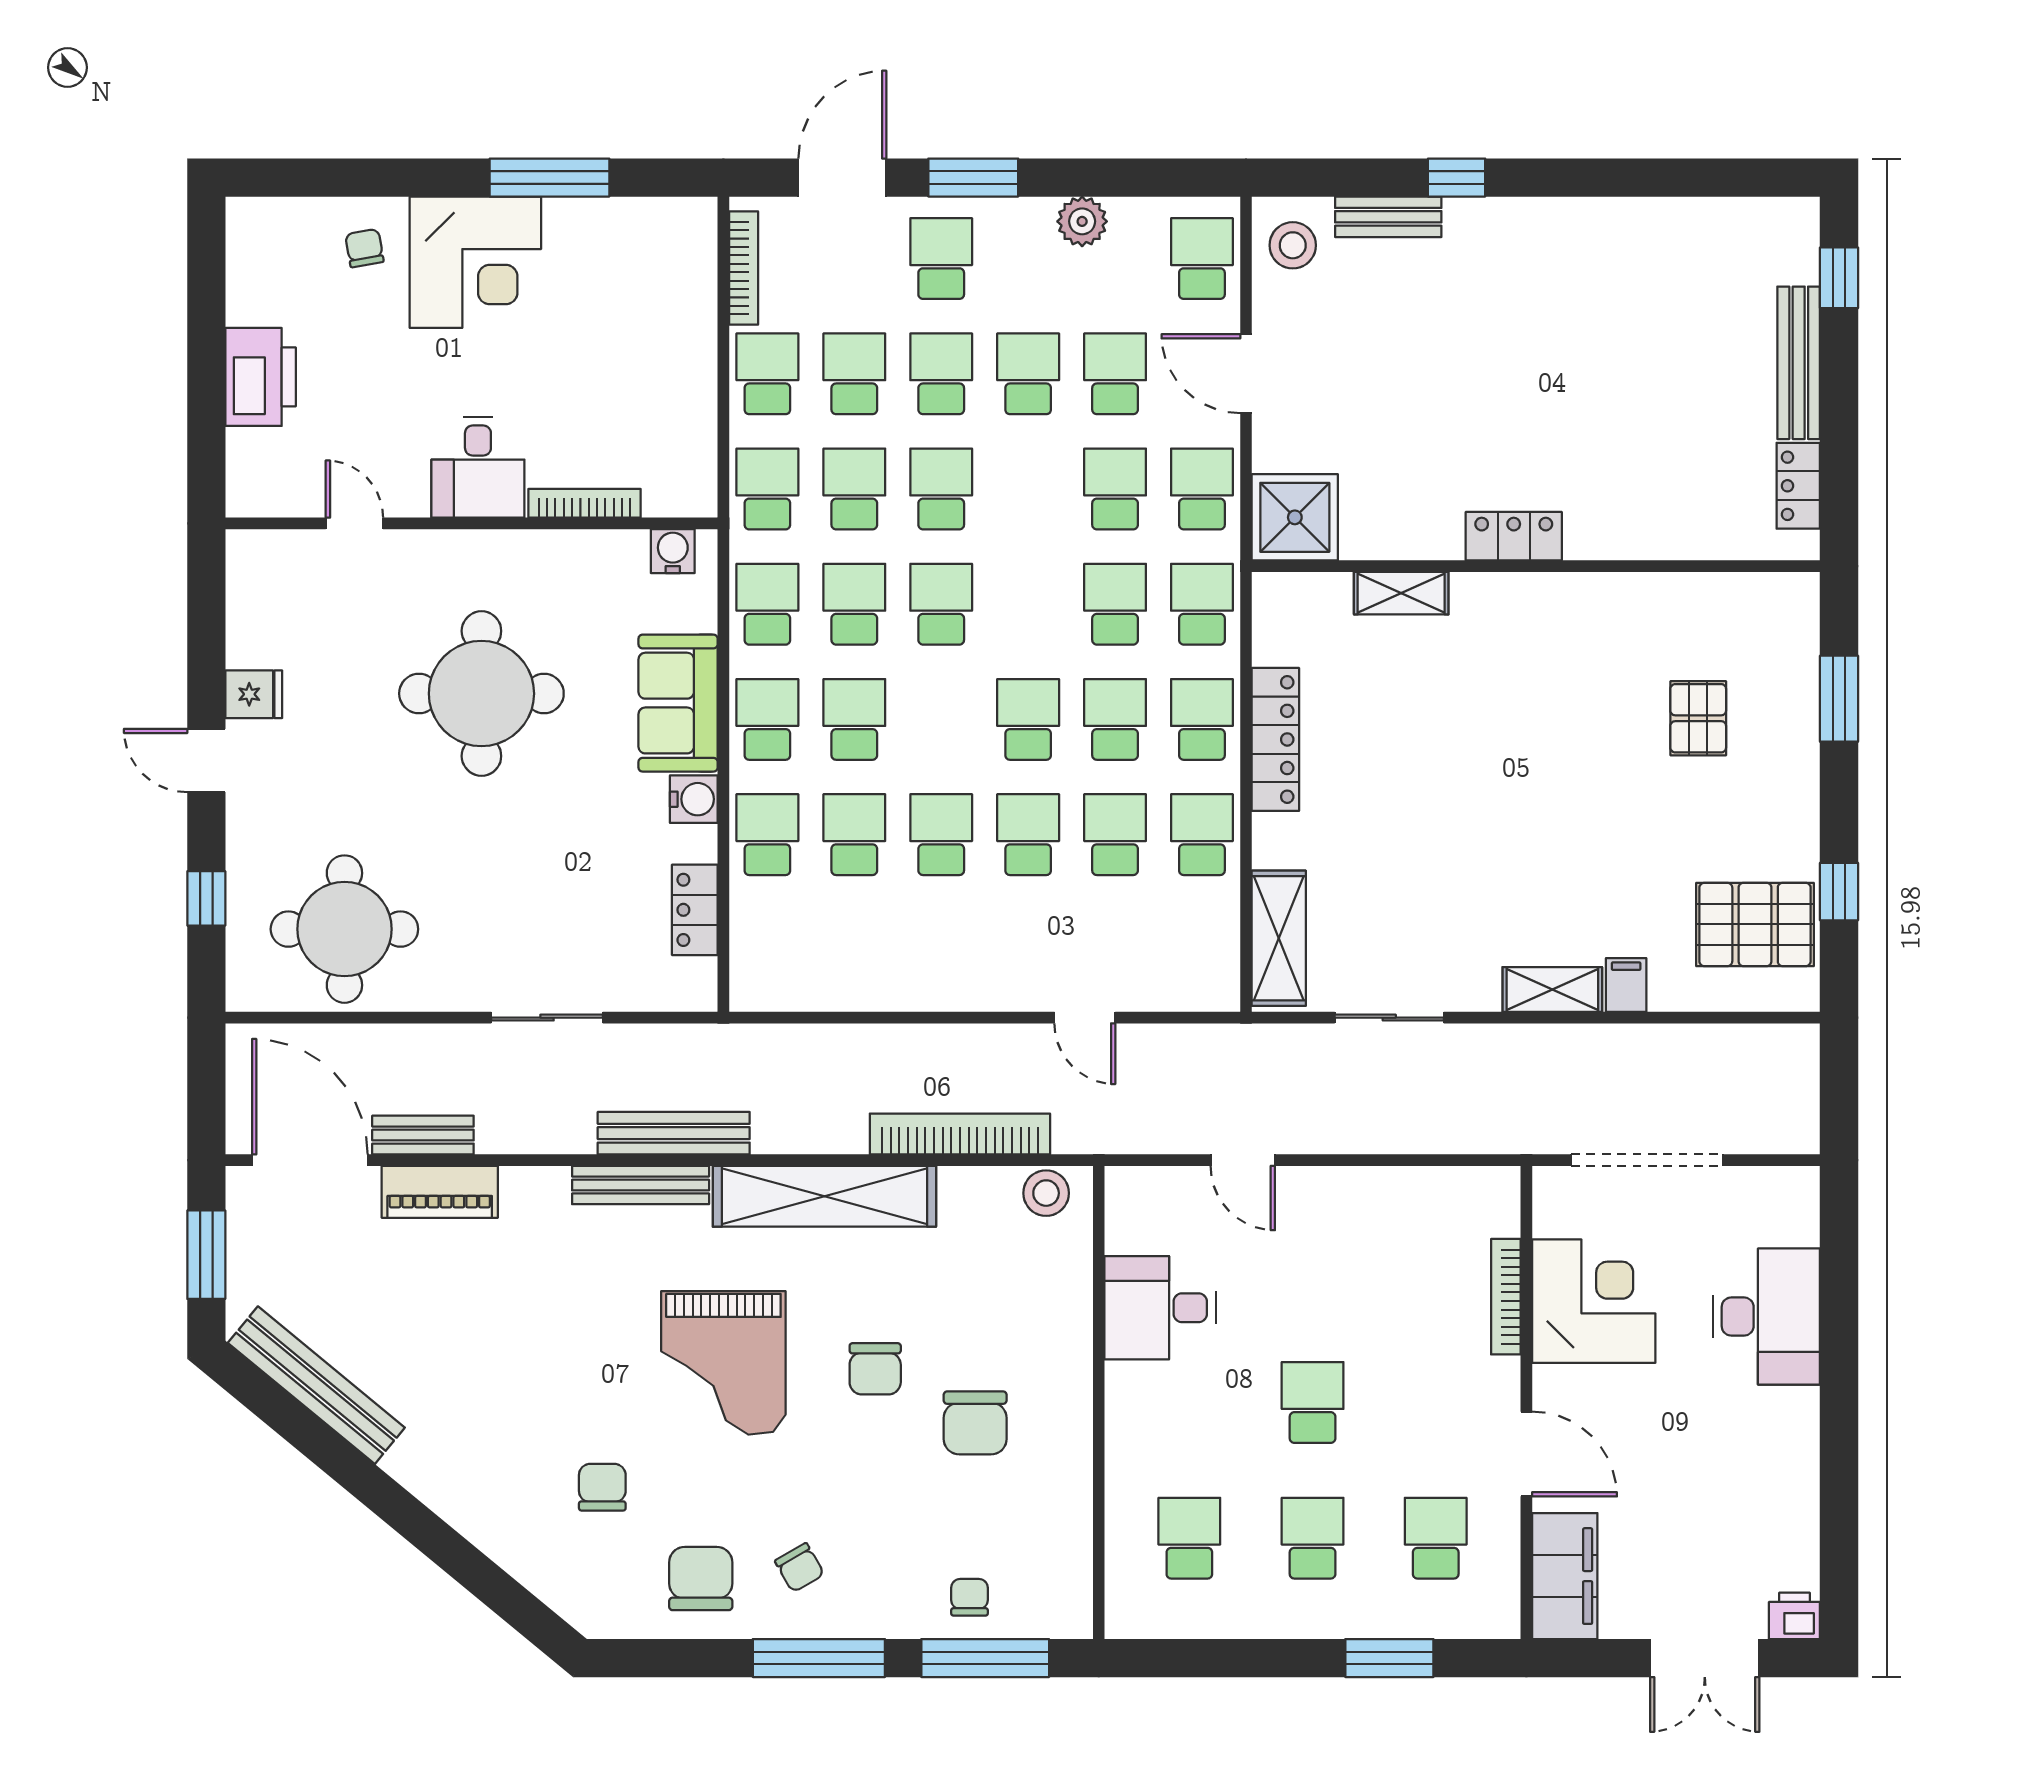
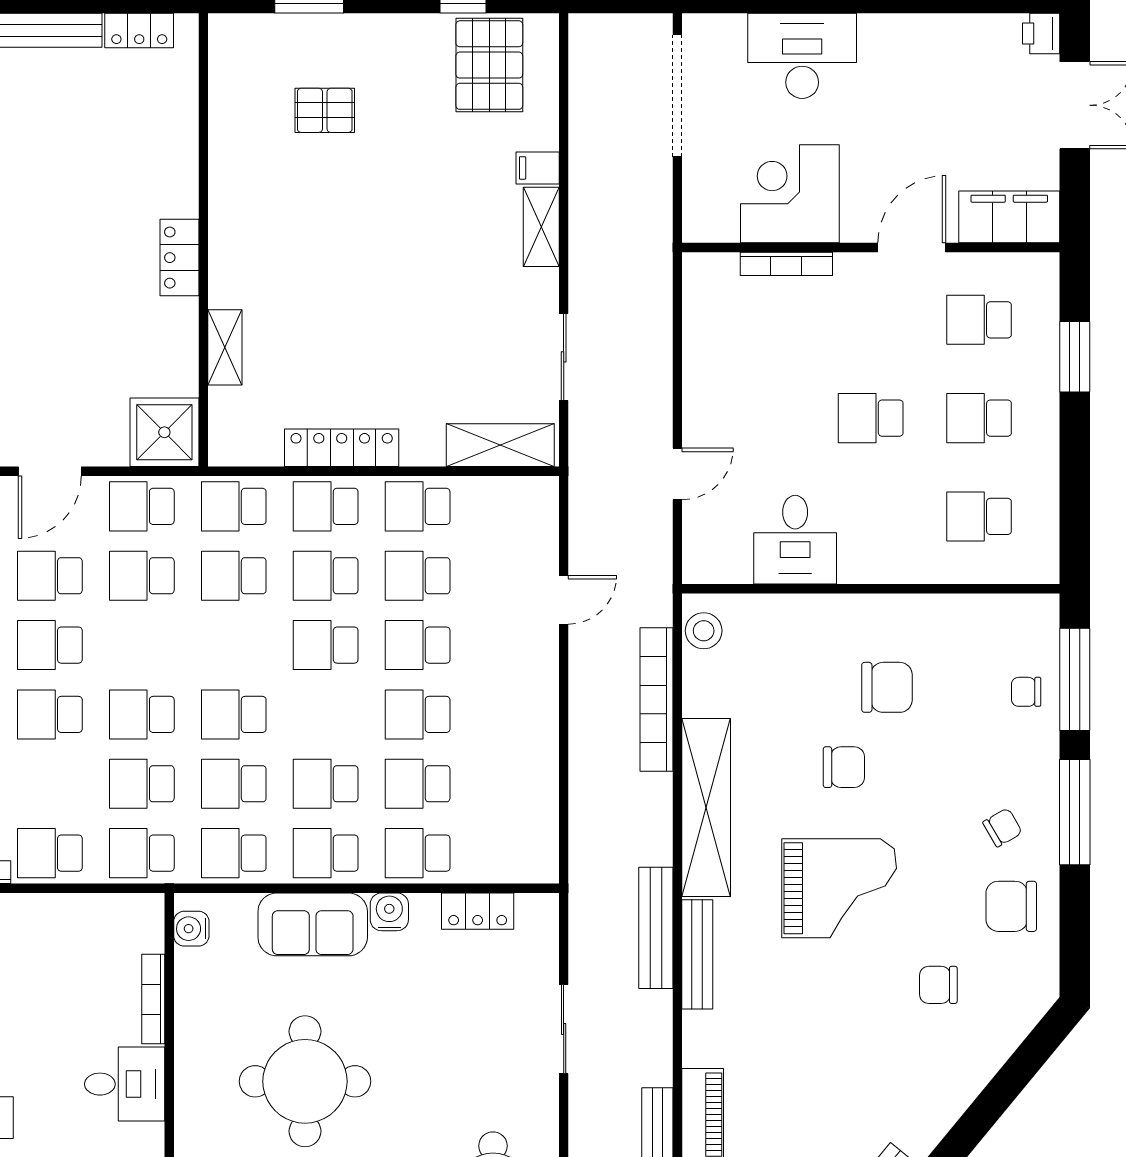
school desk: (854, 374) -> (50, 784), removed
doorway: (1647, 1160) -> (677, 96), moved

